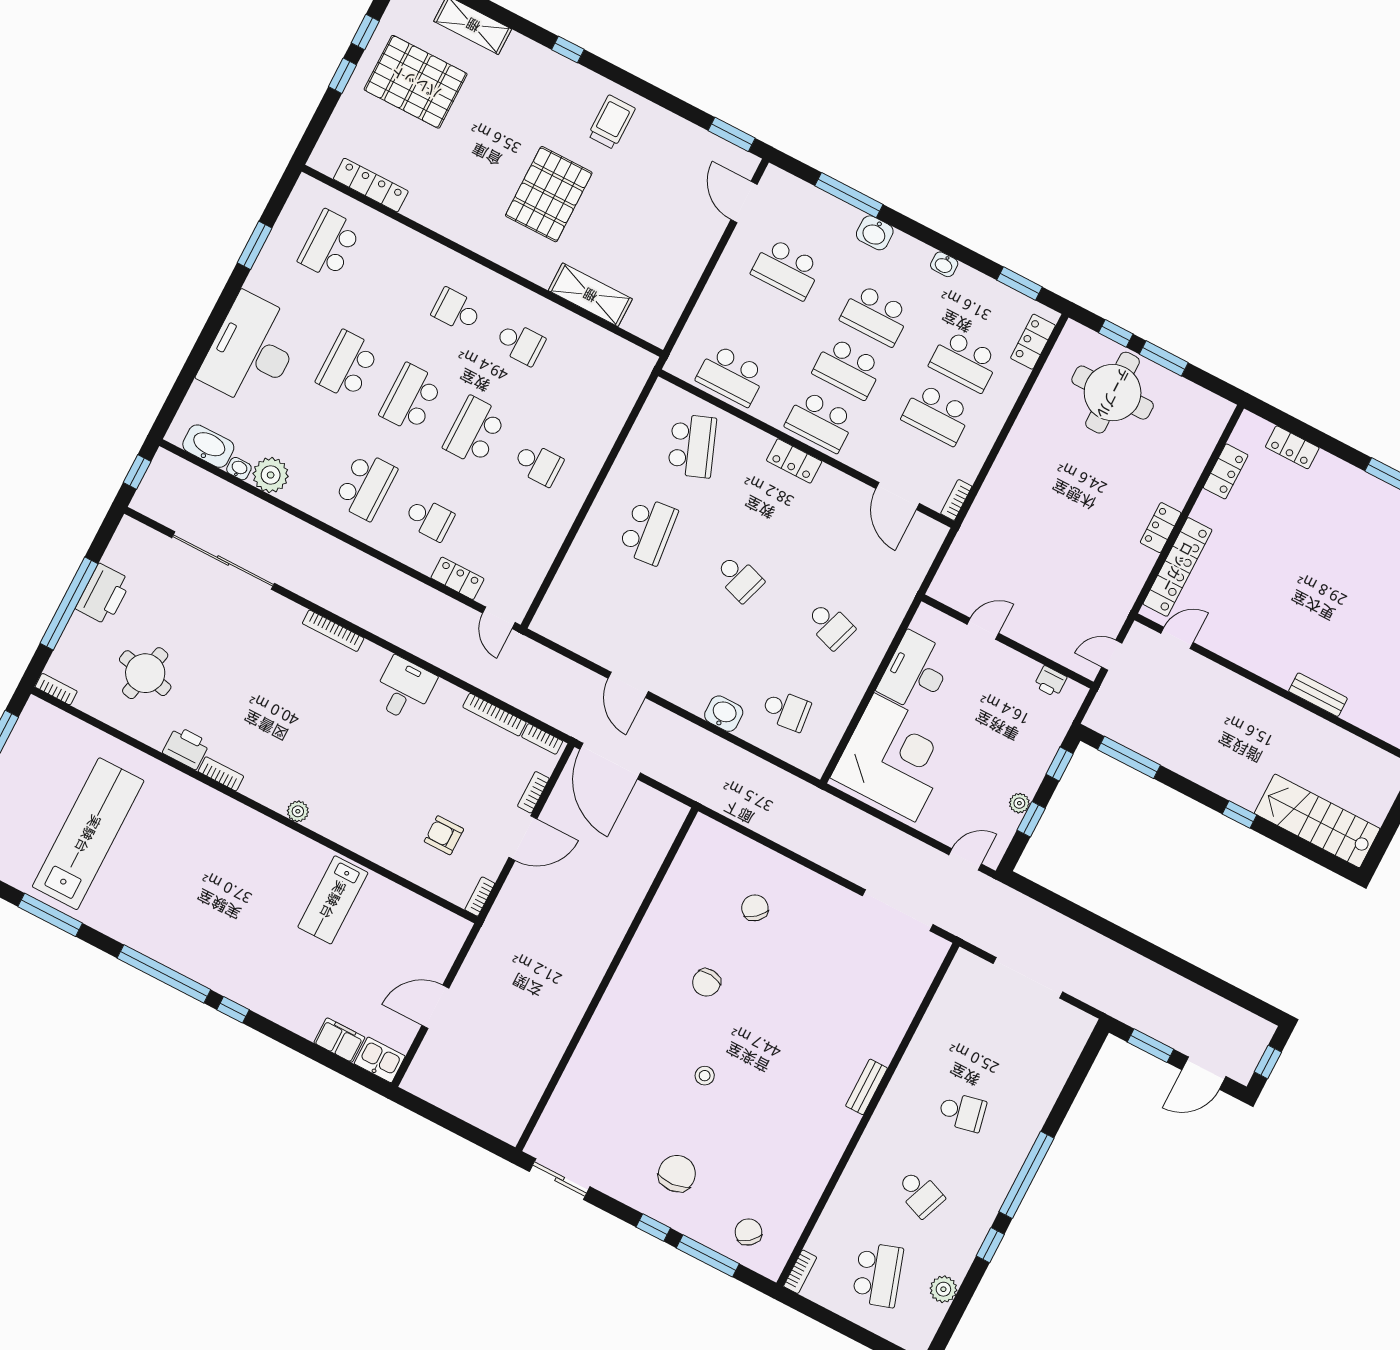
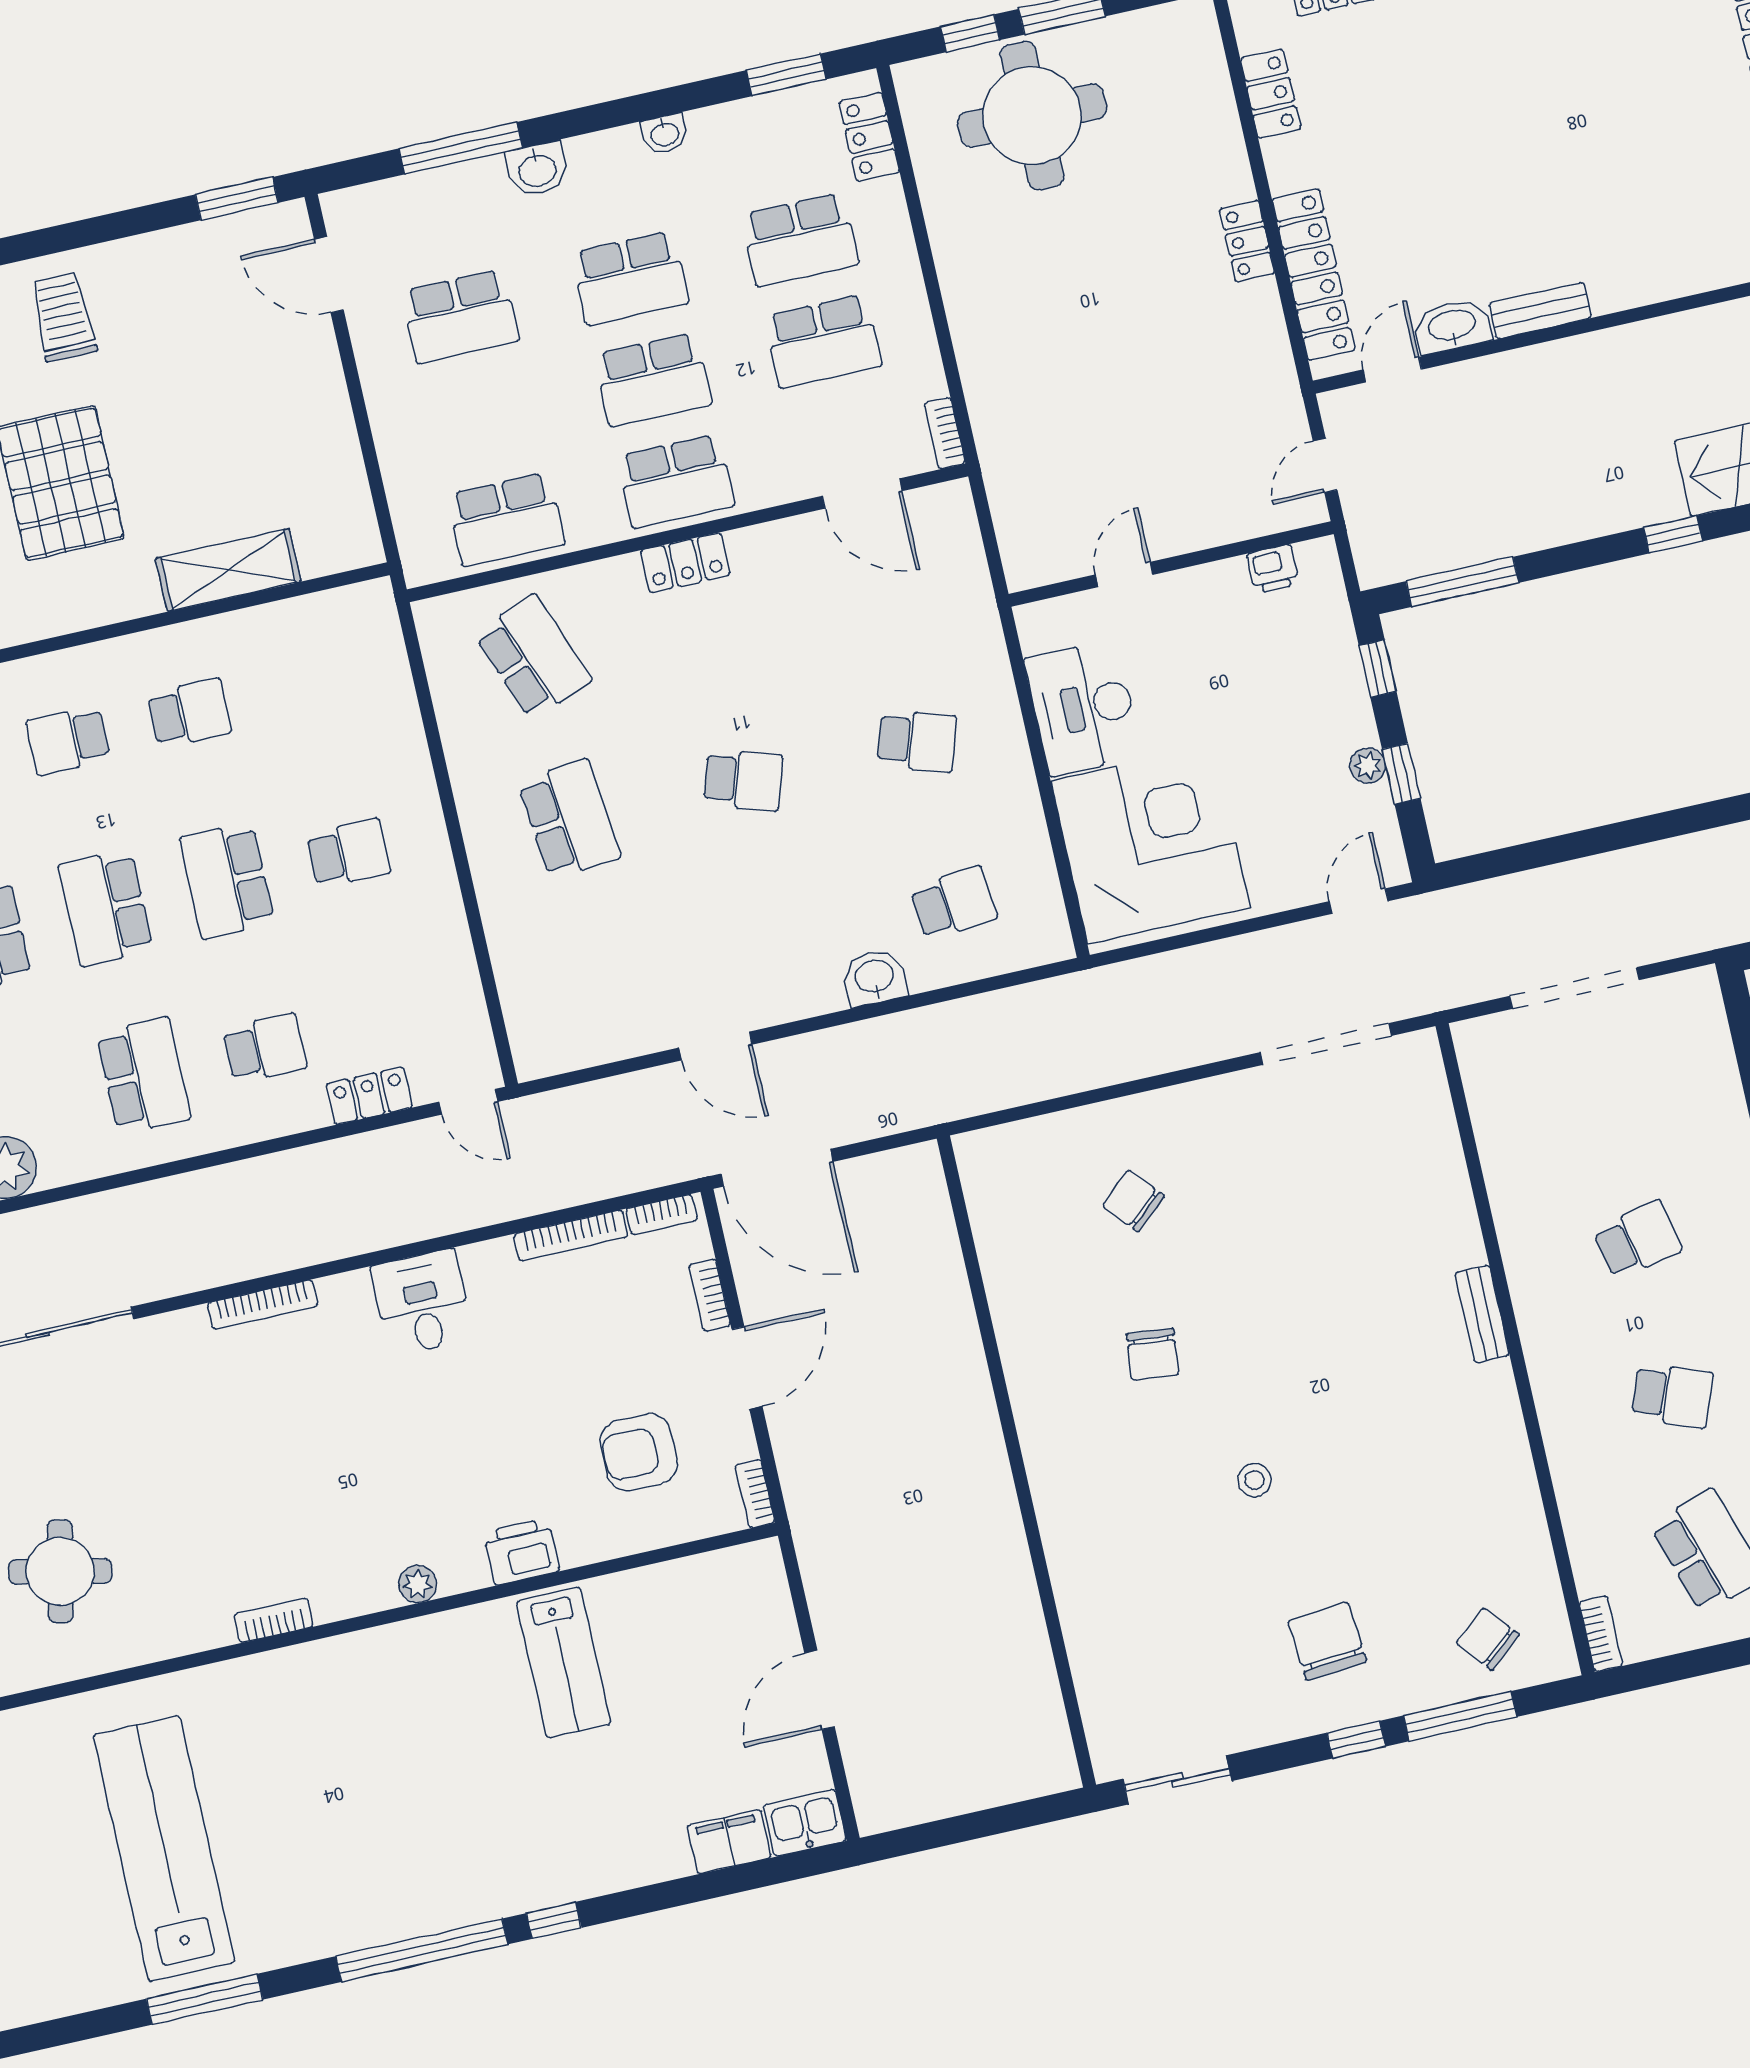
washbasin: (1219, 641) -> (1452, 326), added
bench: (1318, 695) -> (1540, 310), moved
printer: (186, 748) -> (521, 1552), moved
armchair: (444, 835) -> (639, 1452), width x1.38, depth x1.38

